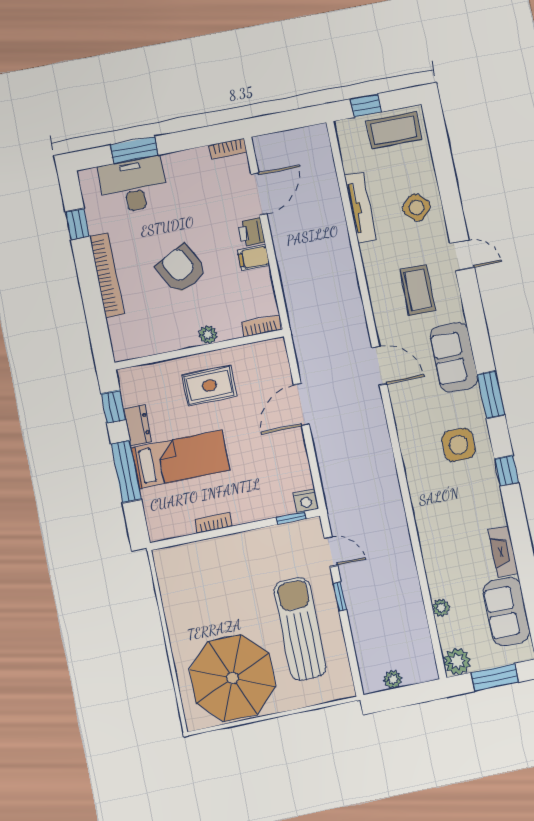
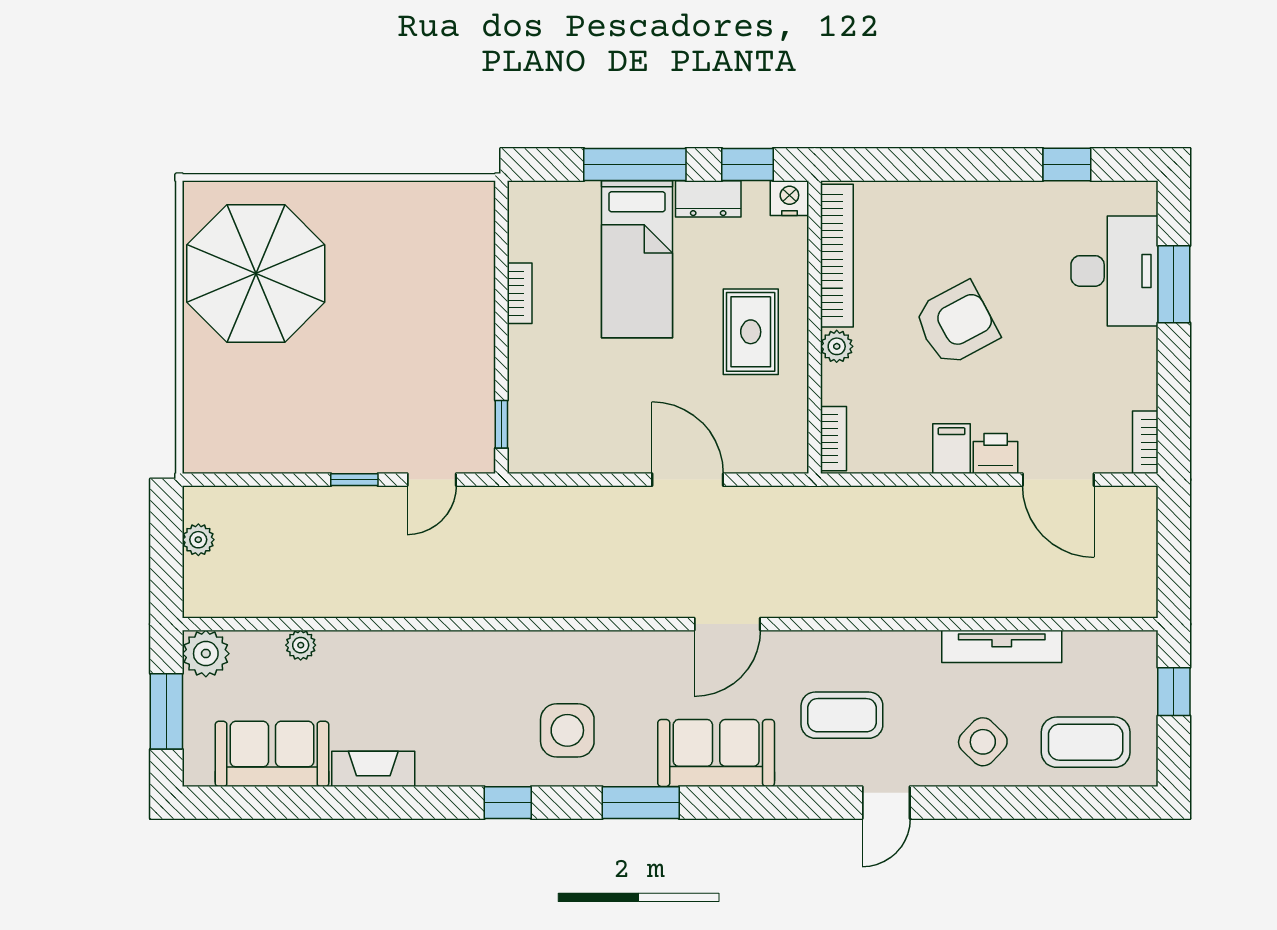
coffee table: (394, 130) -> (1086, 742), moved, turned 90
bookcase: (107, 275) -> (837, 256), moved, turned -90
nightstand: (306, 501) -> (789, 198), moved, turned 90
sun lounger: (300, 629) -> (314, 402), removed

